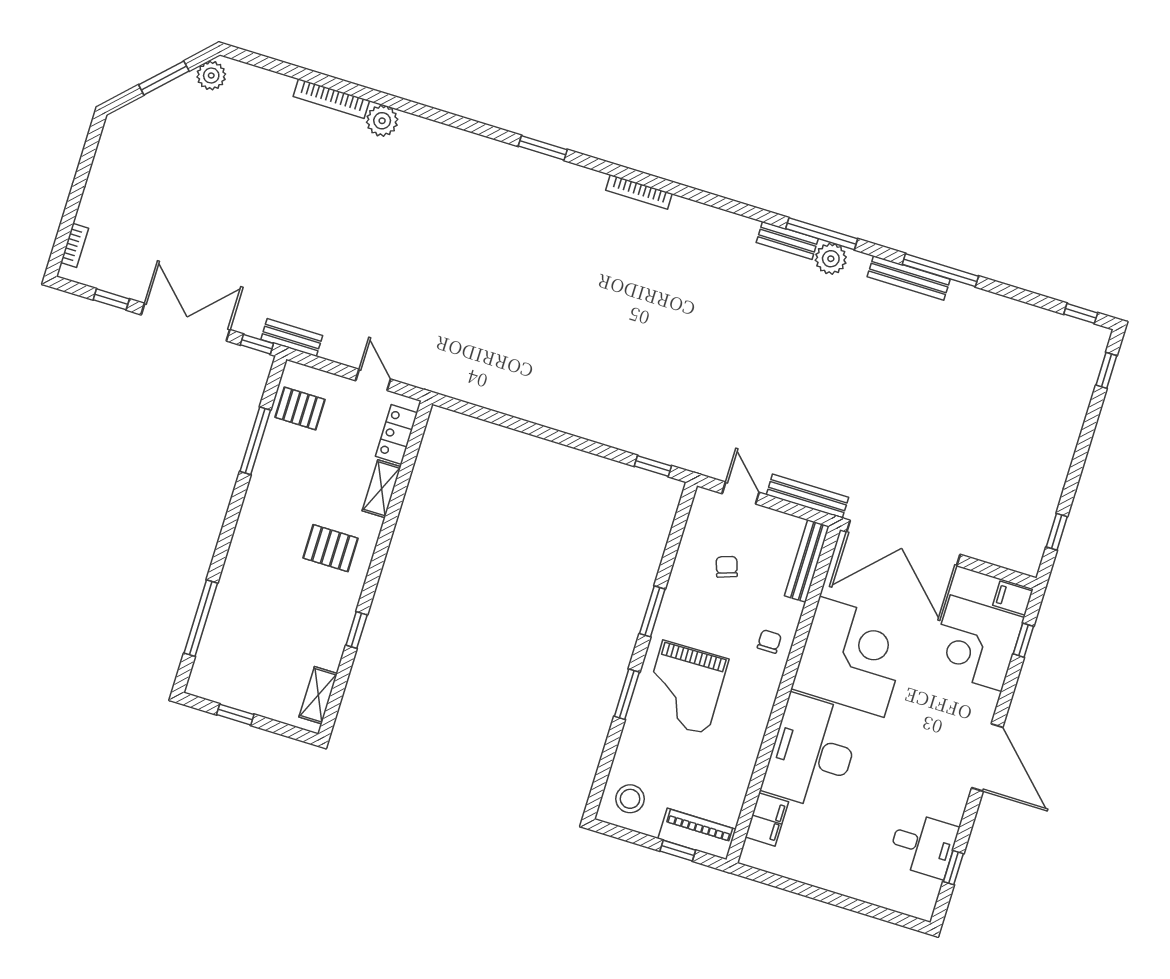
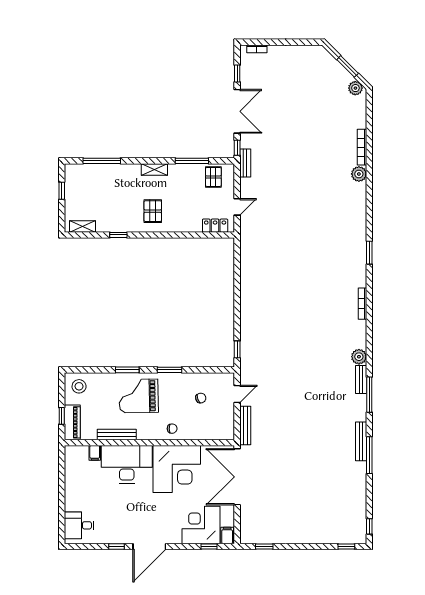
plant: (831, 259) -> (359, 357), moved
shelving: (382, 489) -> (154, 169), moved
bench: (807, 561) -> (117, 435), moved
filing cabinet: (767, 819) -> (95, 453), width x0.50
desk: (923, 845) -> (79, 525), moved, turned 90
window: (953, 868) -> (117, 547), moved

